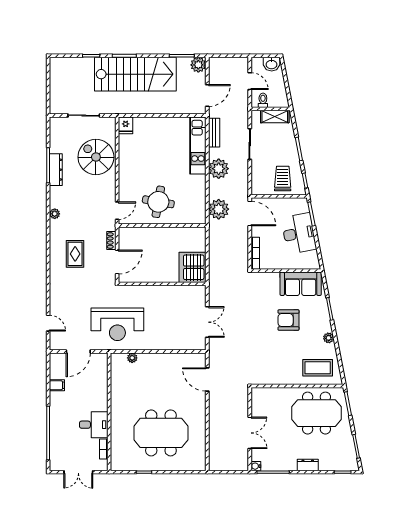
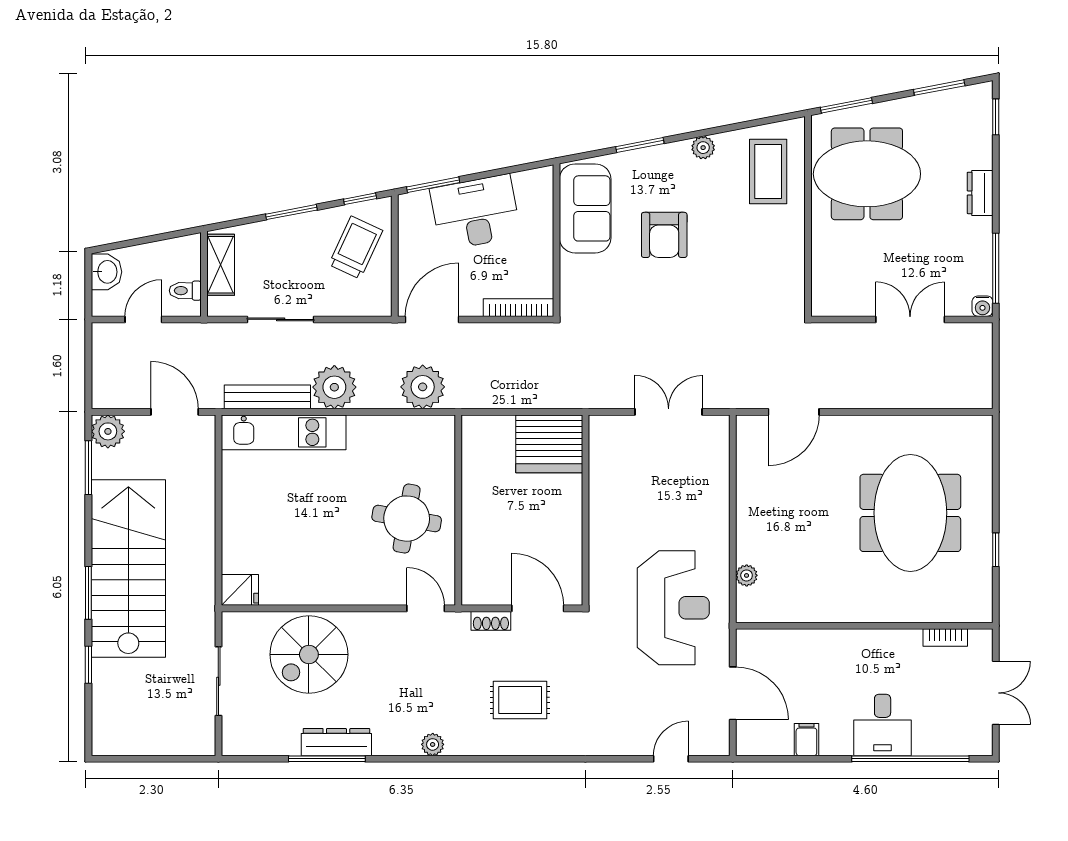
bench: (214, 133) -> (267, 397), width x1.36
trolley: (283, 178) -> (356, 247), turned 115
meeting table: (316, 413) -> (867, 174), turned 90
desk: (94, 425) -> (883, 725), moved, turned 180

